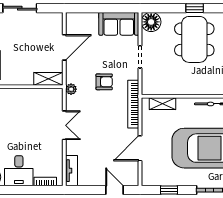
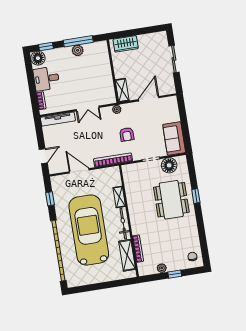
floor lamp: (151, 22) -> (169, 165), moved
dining table: (194, 39) -> (171, 200), turned 90
door: (64, 47) -> (149, 99), swing flipped
shelving: (162, 104) -> (119, 197), moved
tv unit: (71, 171) -> (58, 119), width x1.41

